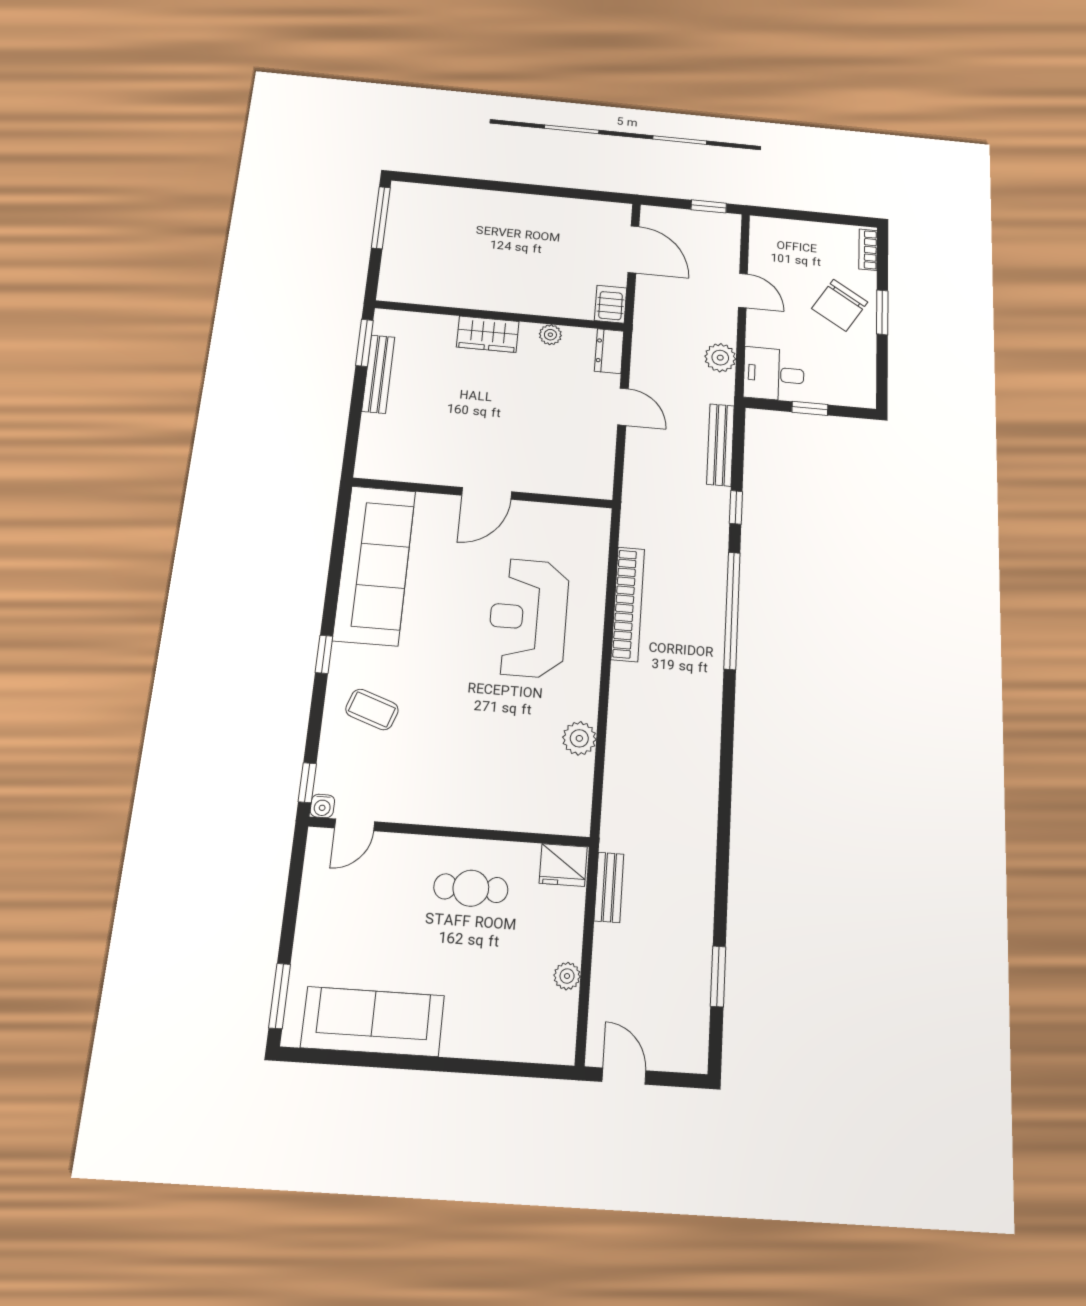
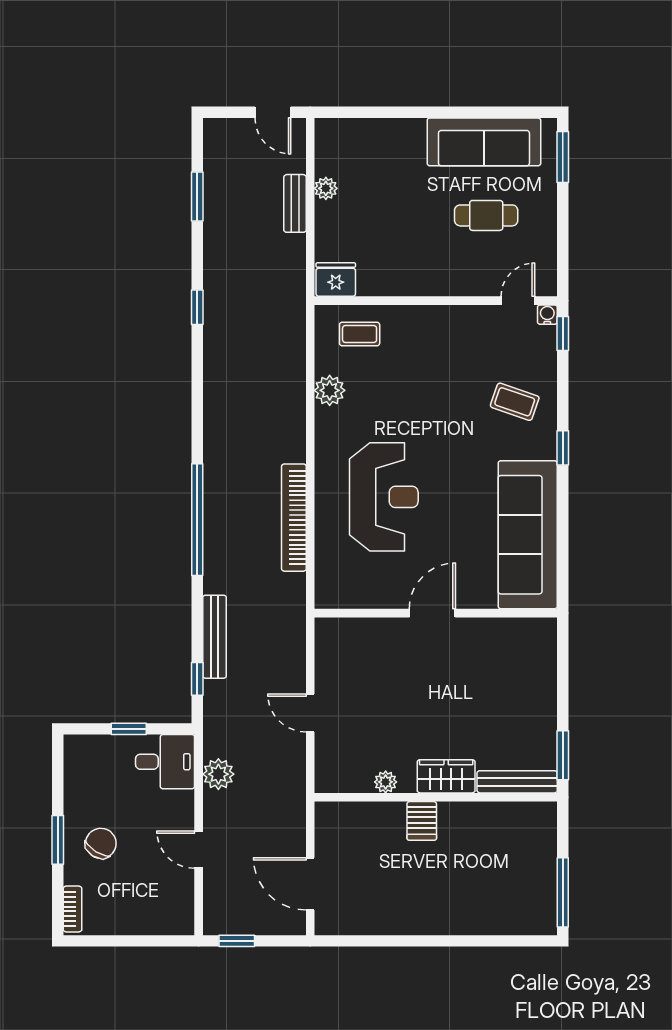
server rack: (611, 304) -> (422, 821), moved
chair: (840, 305) -> (101, 843), width x0.73, depth x0.73
dresser: (609, 351) -> (327, 770), removed
bench: (378, 374) -> (517, 782), moved, turned 90
bench: (720, 445) -> (214, 637), moved
window: (736, 507) -> (197, 679), moved
coffee table: (541, 800) -> (360, 334), added
window: (723, 844) -> (197, 307), added
bench: (609, 887) -> (295, 203), moved
cafe table: (471, 888) -> (486, 215), moved

